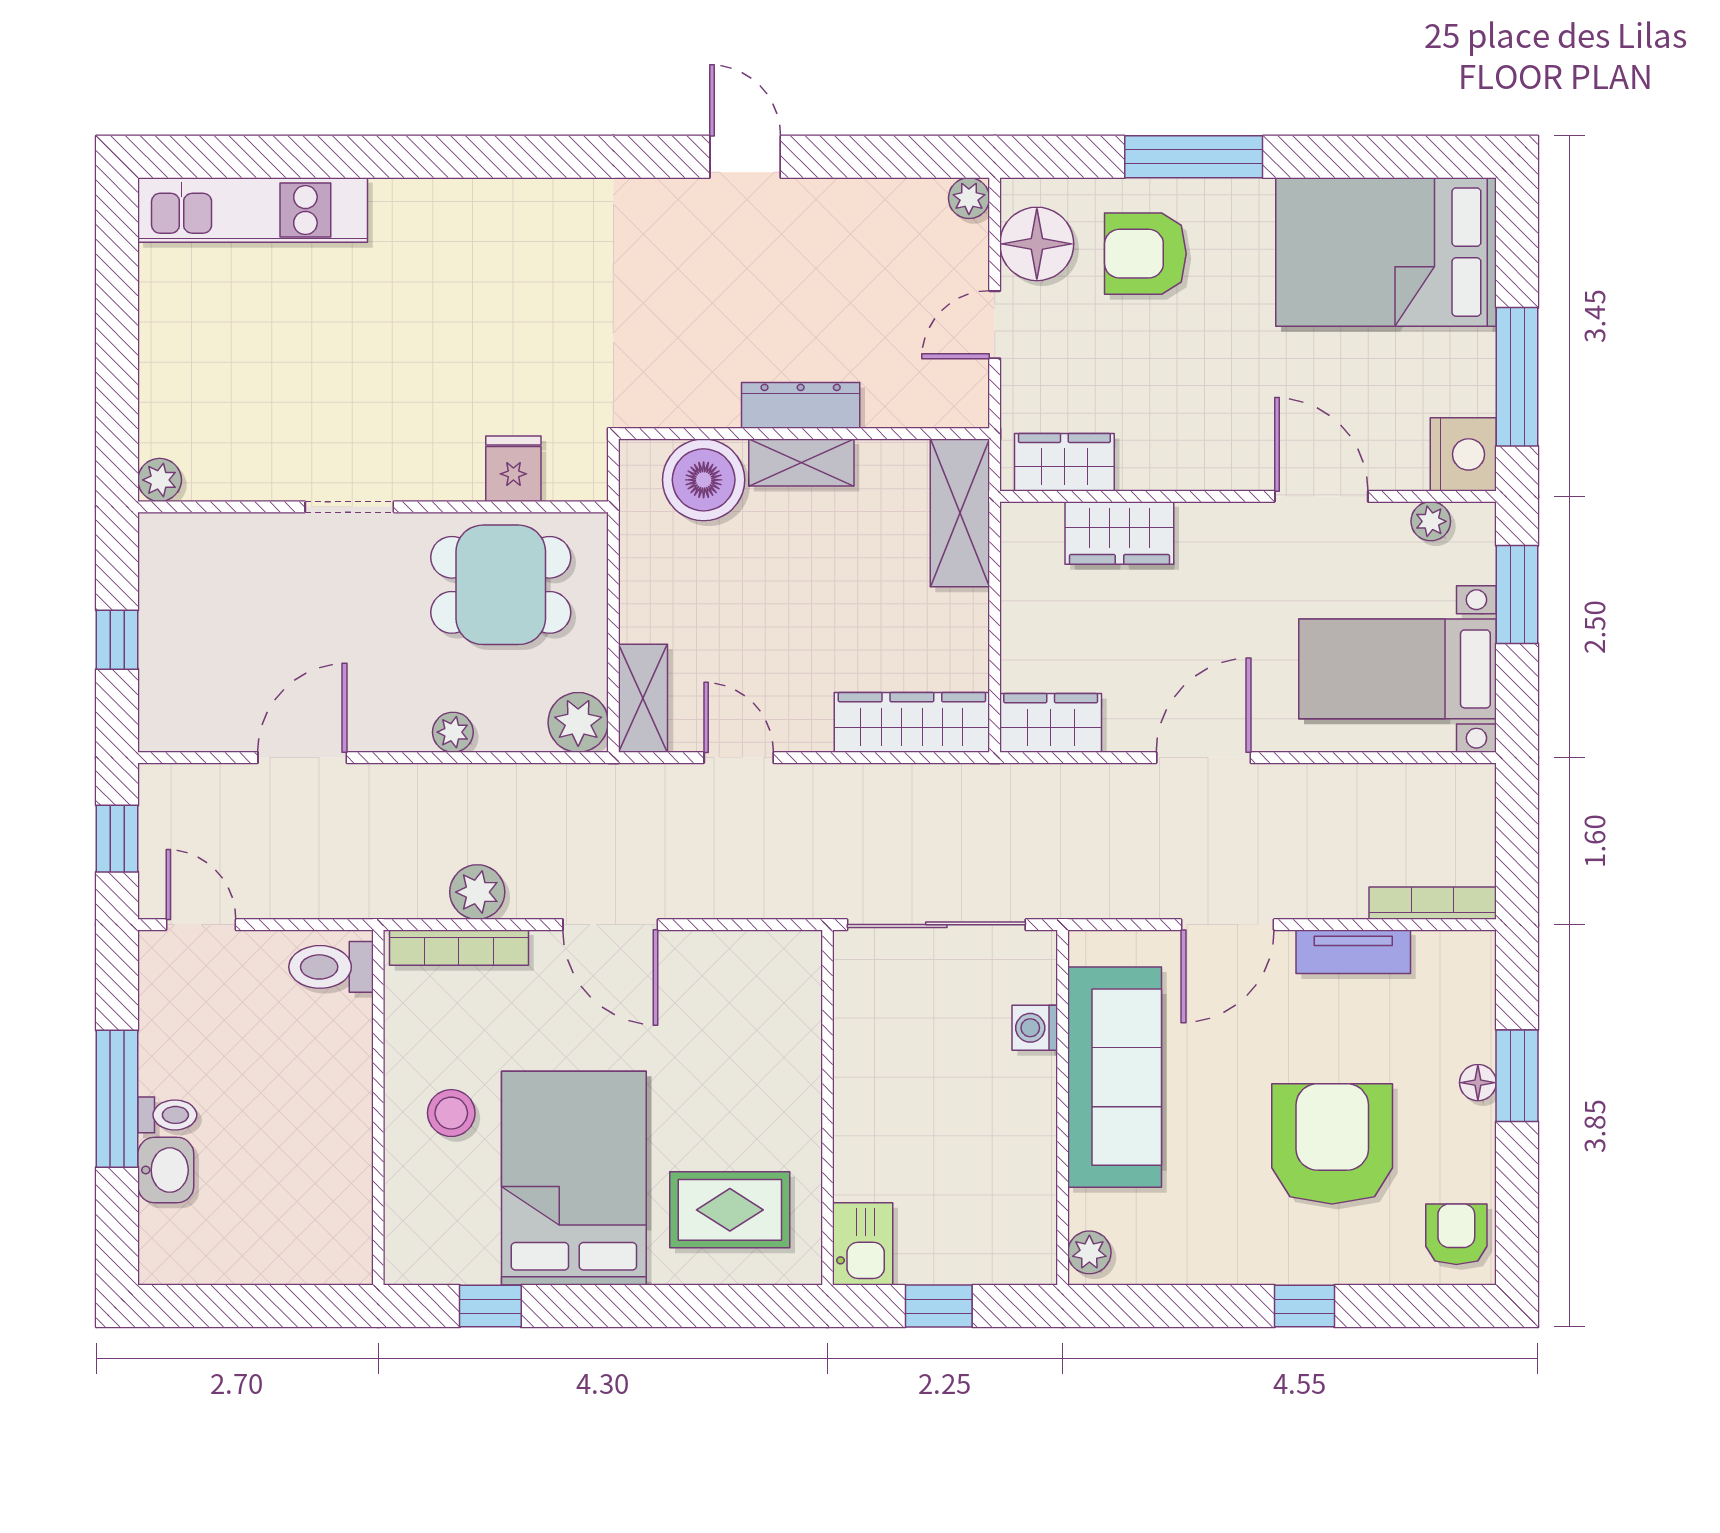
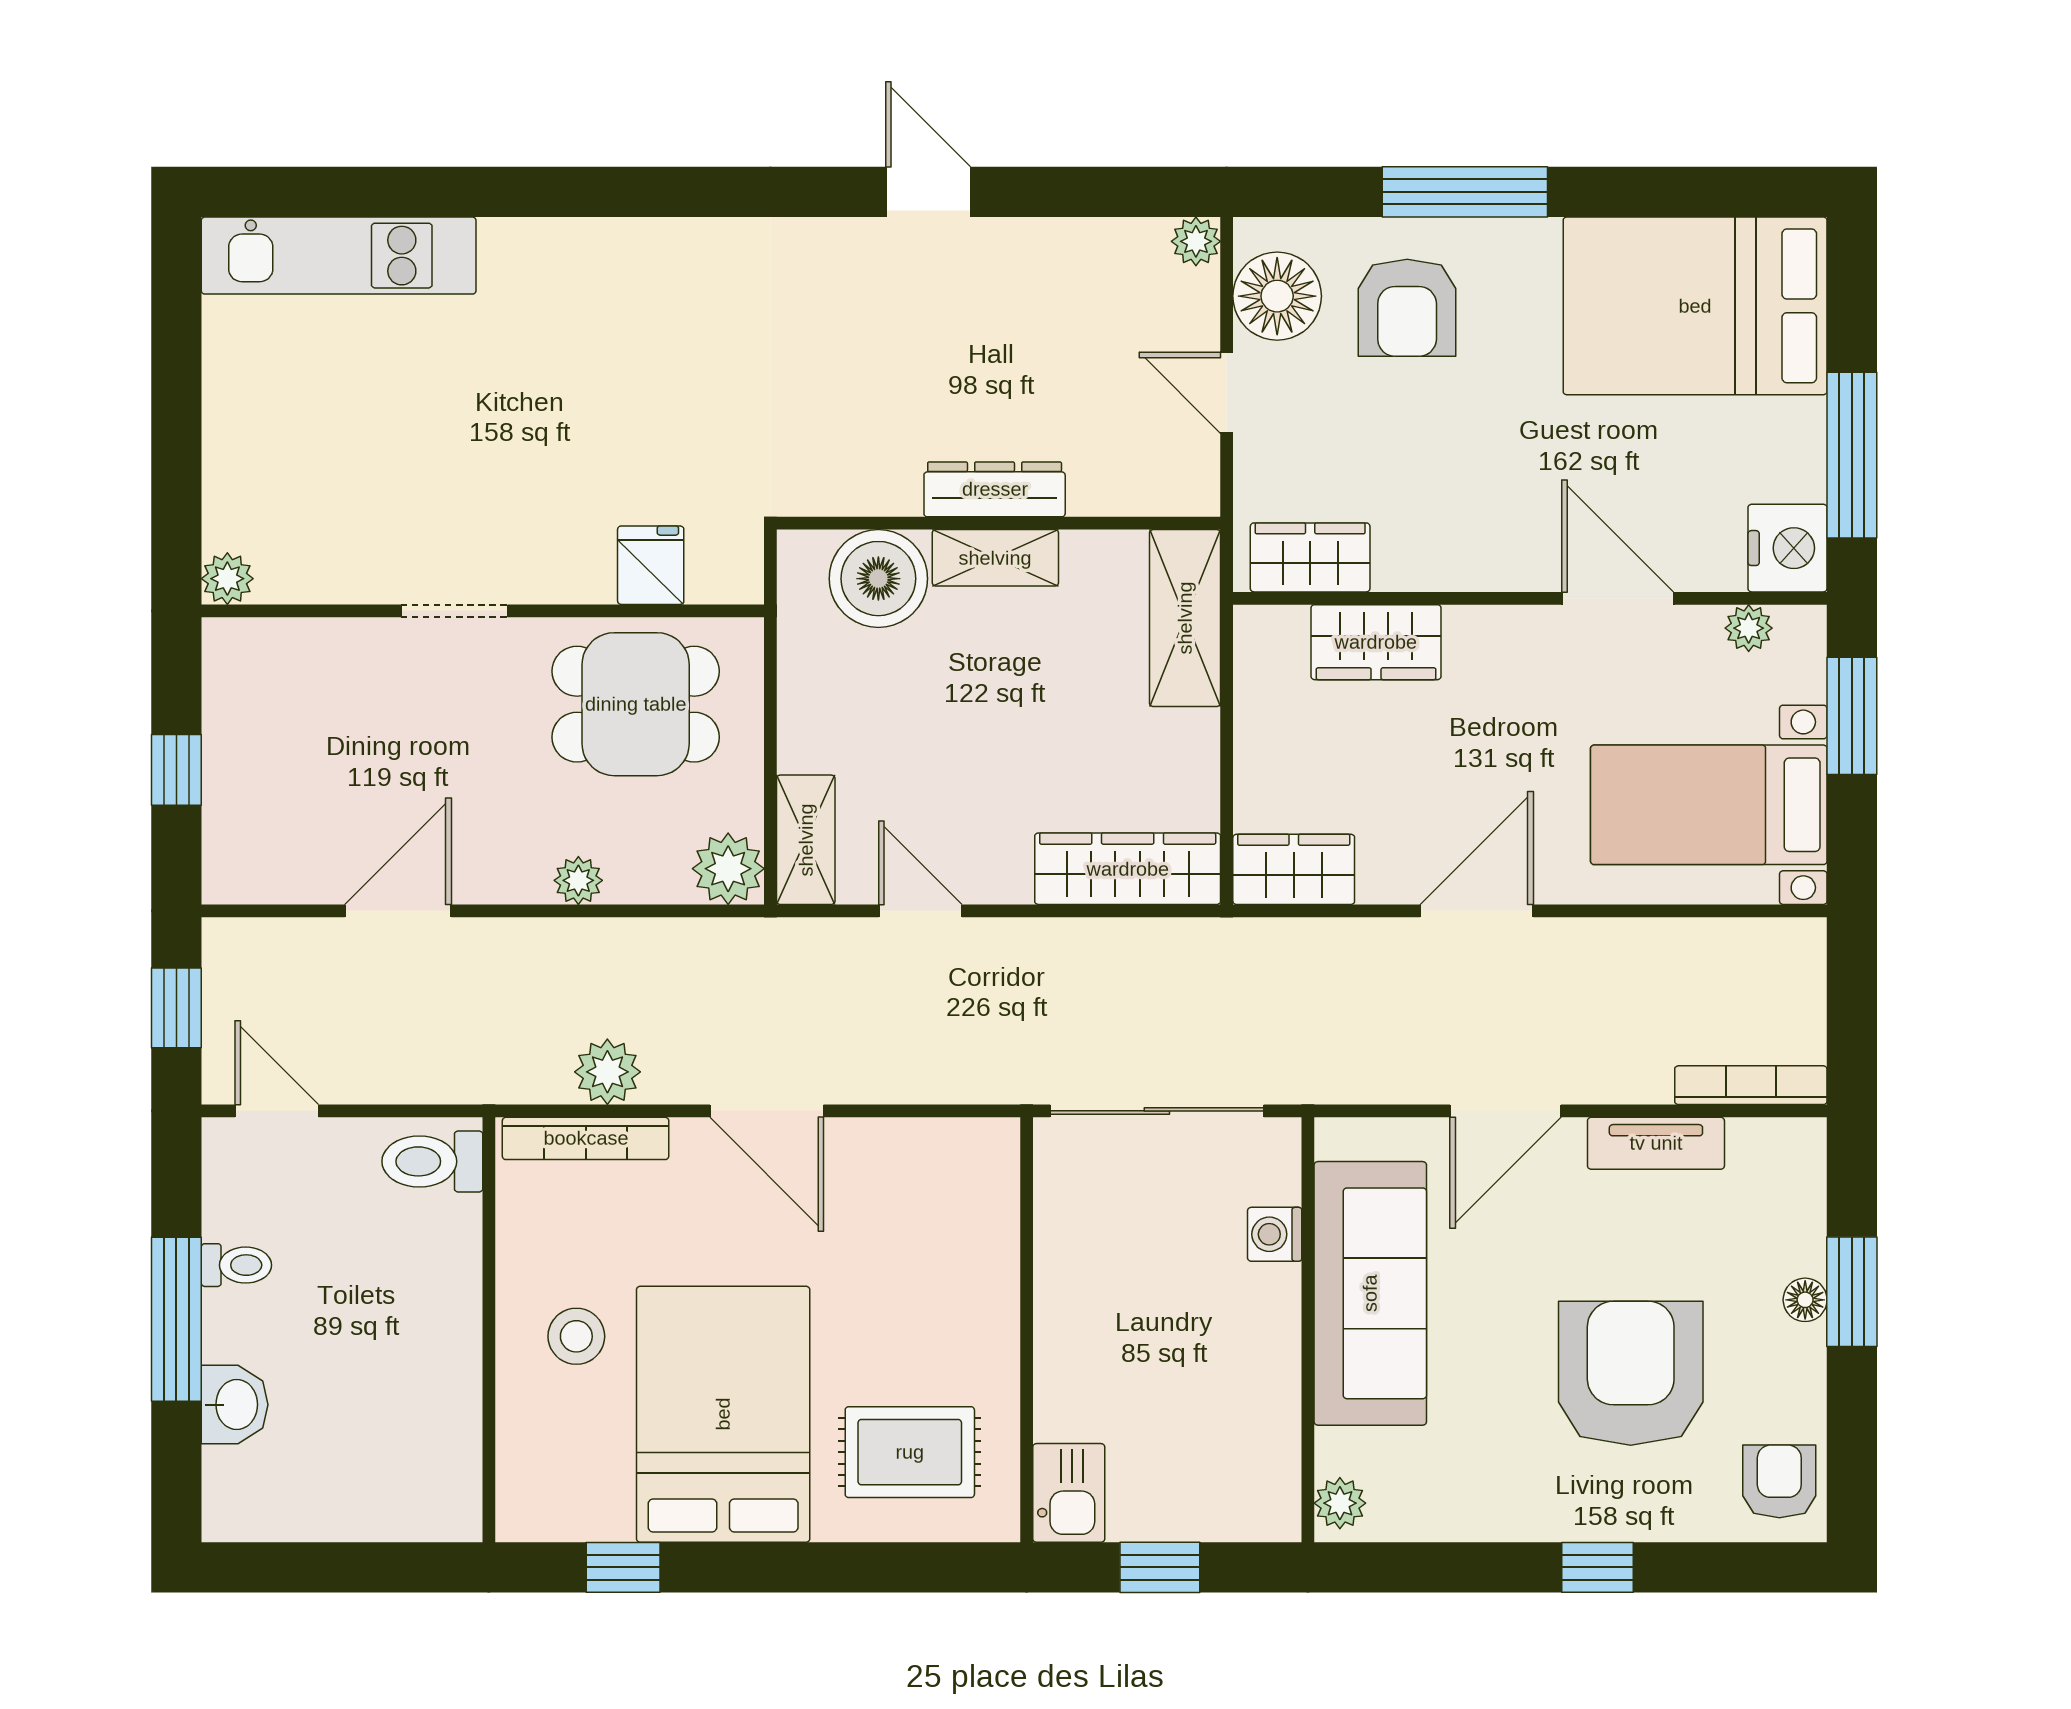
armchair: (1145, 254) -> (1407, 308), turned -90
door: (995, 325) -> (1227, 393), hinge flipped
toilet: (167, 1115) -> (236, 1265), moved

